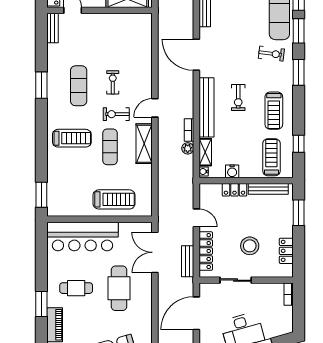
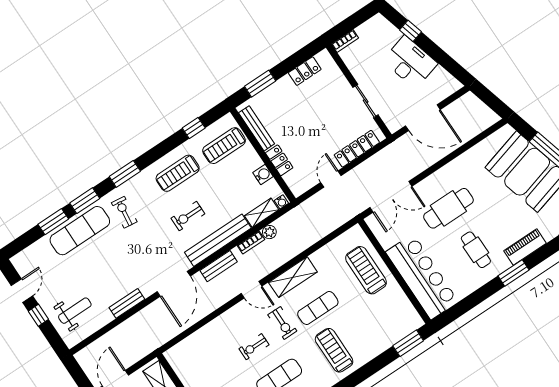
exercise bike: (238, 98) -> (188, 216), turned 180
treadmill: (274, 111) -> (178, 173), turned 180
stool: (250, 246) -> (323, 110), removed
bench: (188, 261) -> (219, 266), moved

